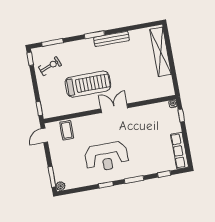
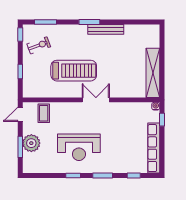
shelving: (161, 52) -> (153, 73), moved
window: (39, 109) -> (20, 72), moved
row of seats: (179, 151) -> (154, 148), width x1.36
window: (52, 177) -> (20, 147), moved
plant: (61, 186) -> (31, 143), moved, width x1.87, depth x1.87

